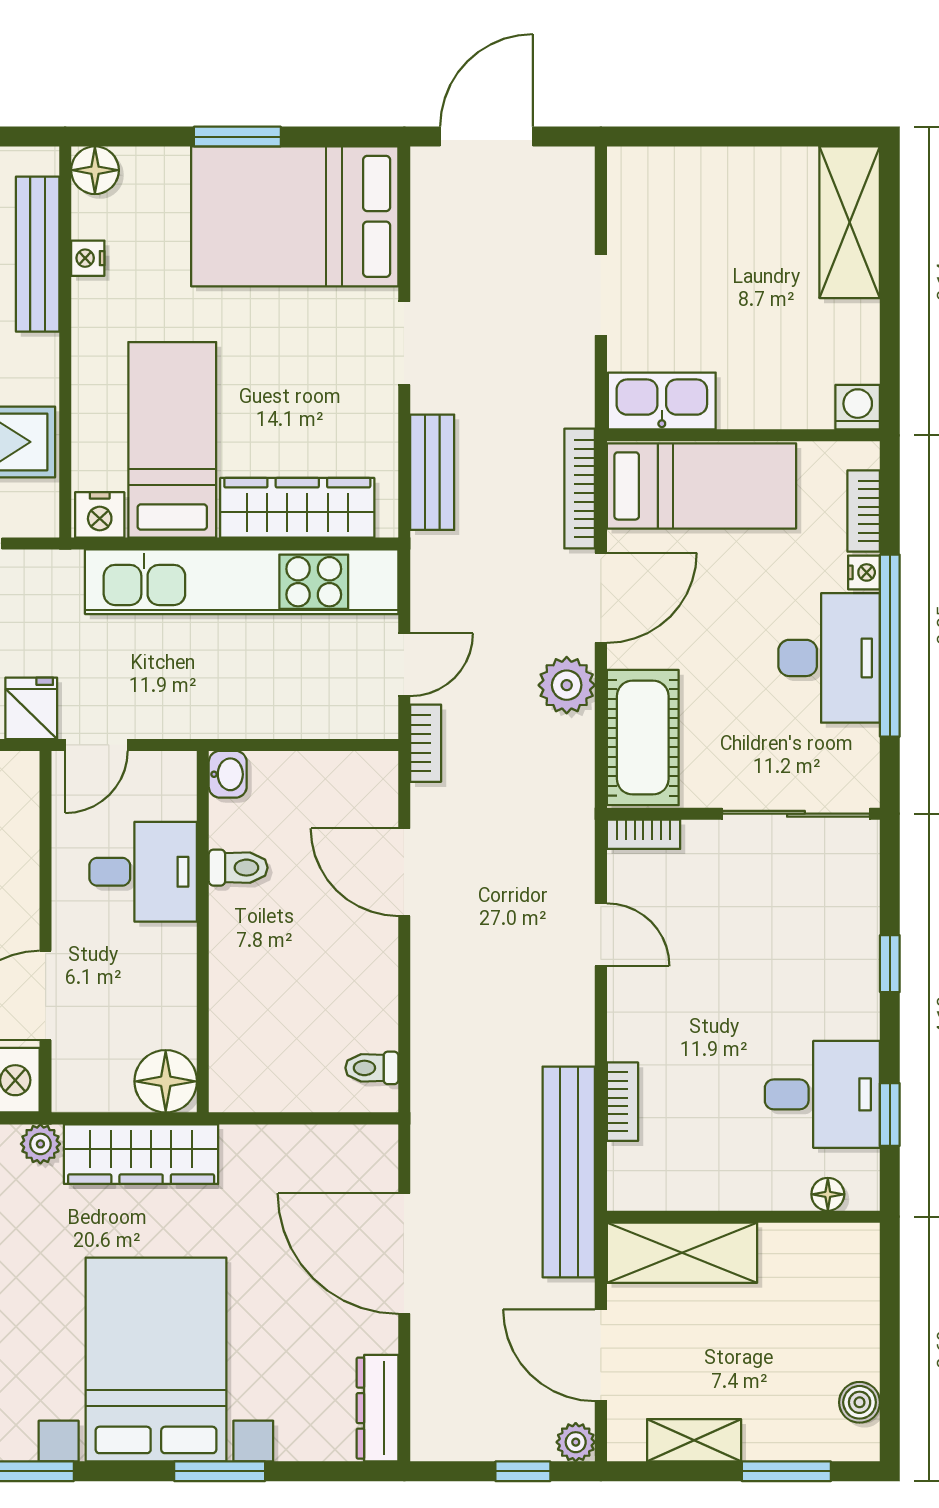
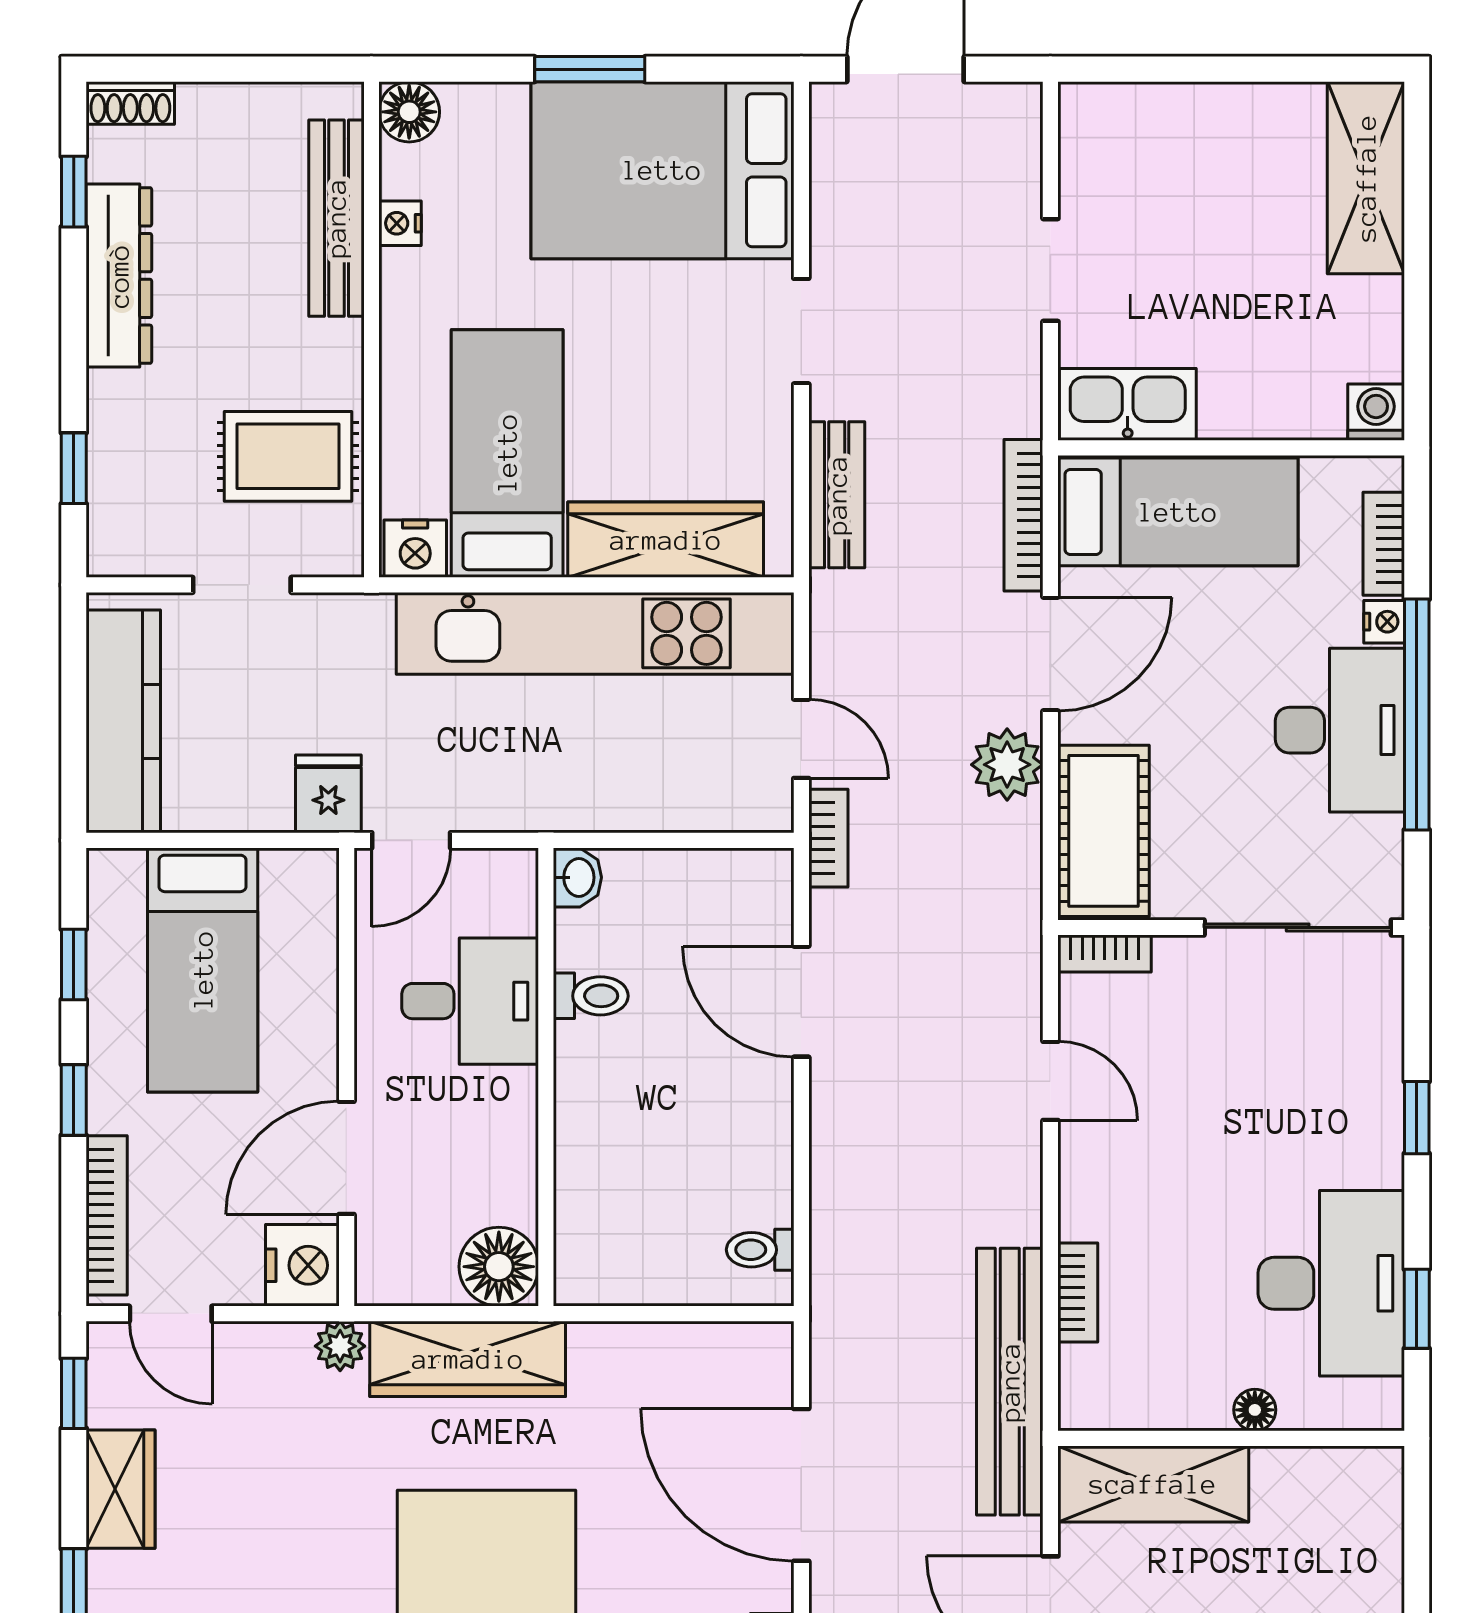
door: (404, 665) -> (801, 739), hinge flipped
desk: (822, 1094) -> (1331, 1283), width x1.37
floor lamp: (828, 1194) -> (1255, 1410), moved

